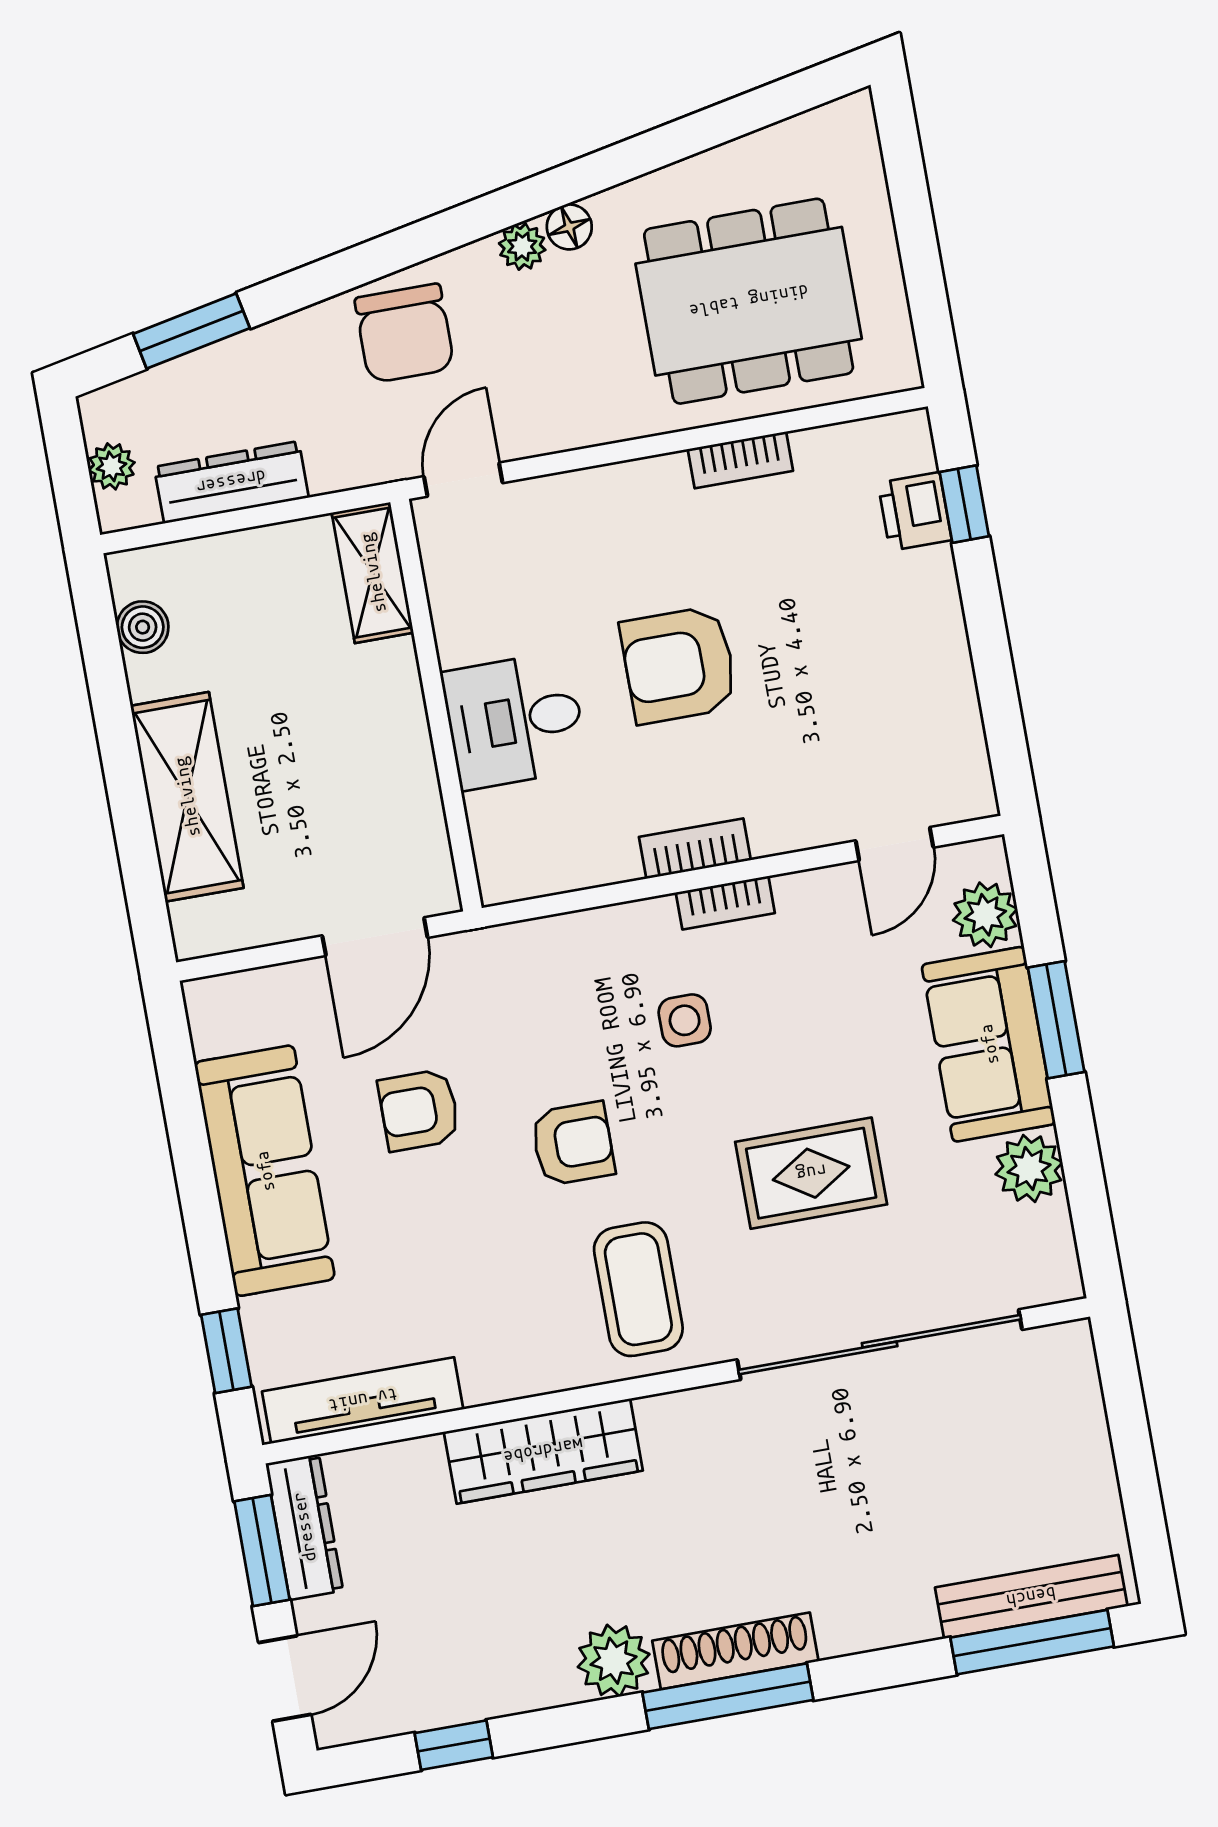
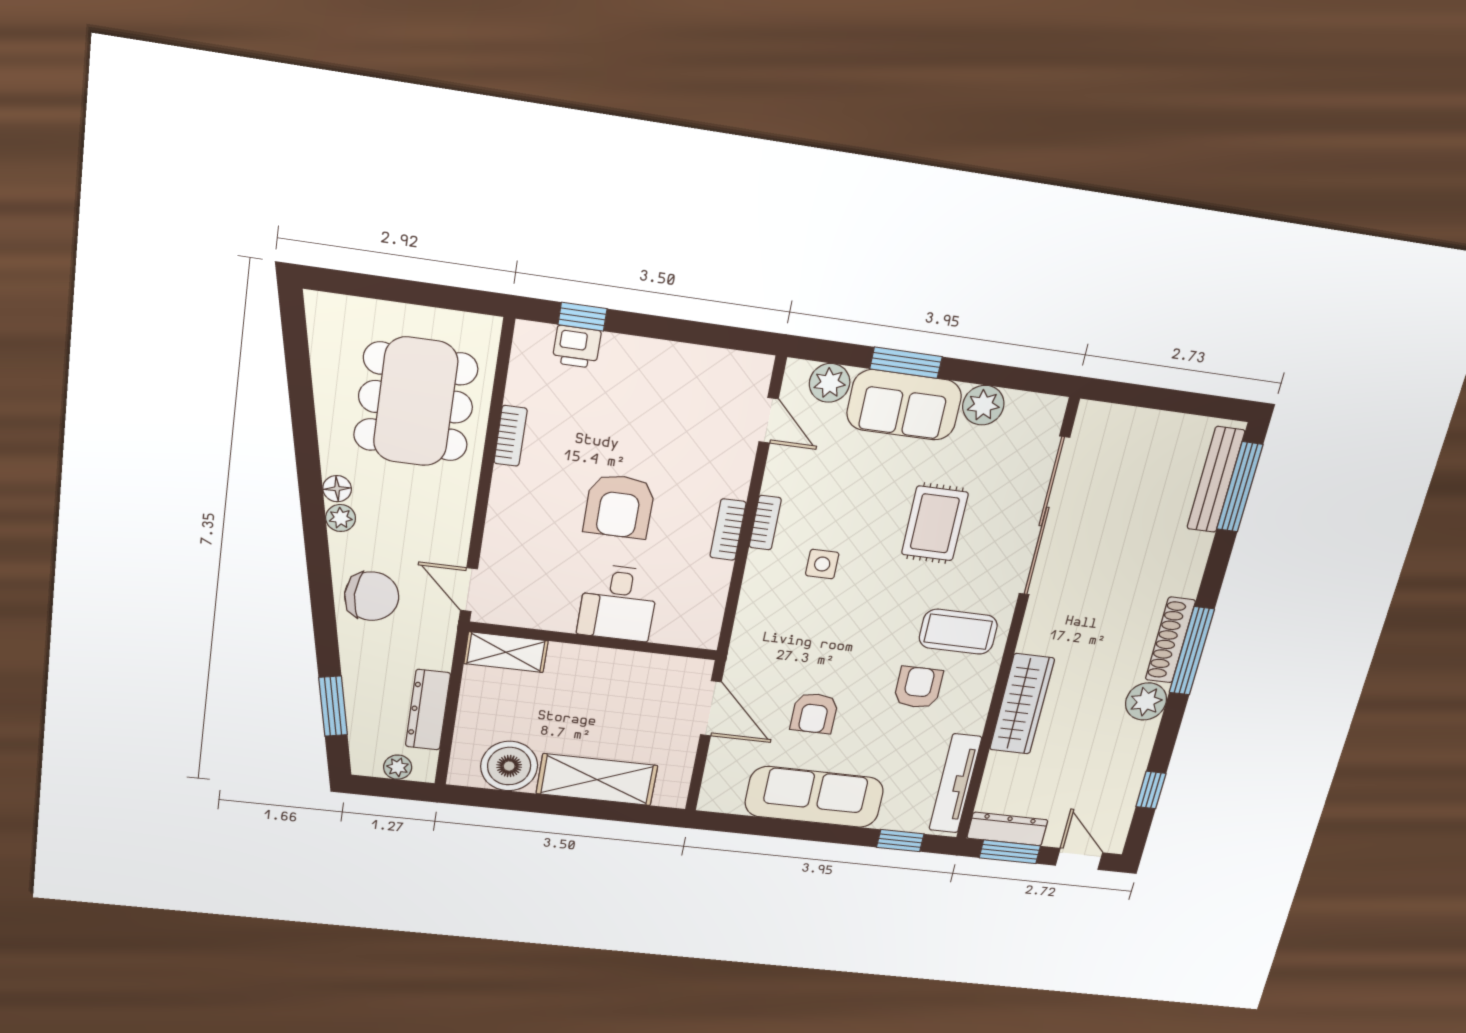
boiler: (143, 627) -> (509, 766), width x1.86, depth x1.86
armchair: (573, 1144) -> (918, 687), moved

